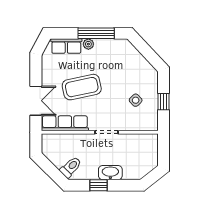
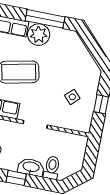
plant: (88, 44) -> (39, 35), width x1.88, depth x1.88
toilet: (130, 169) -> (52, 168), added

